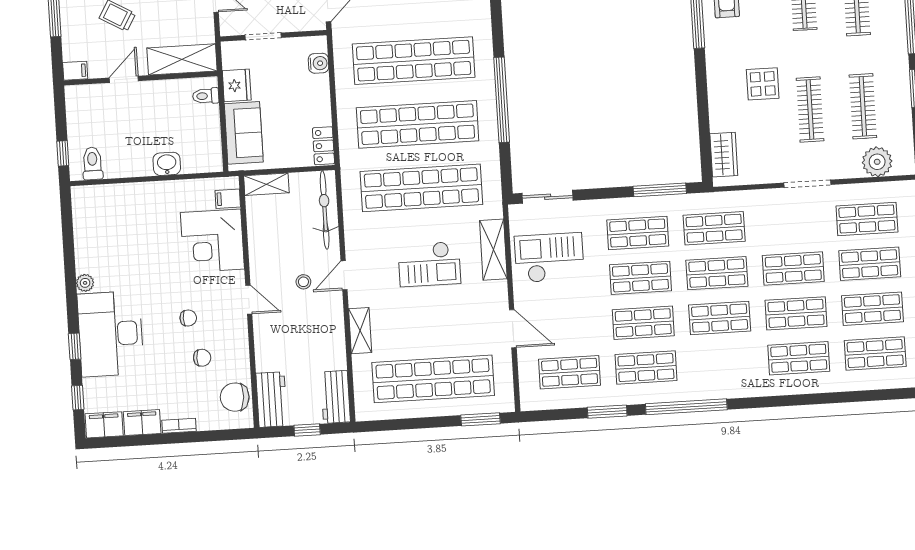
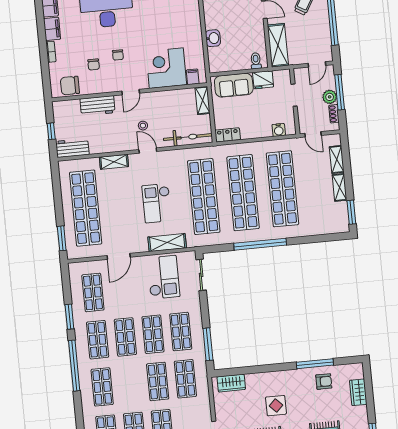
shop shelf: (720, 318) -> (102, 387), moved
chair: (235, 397) -> (70, 86), turned -93
workbench: (271, 400) -> (98, 106), moved

